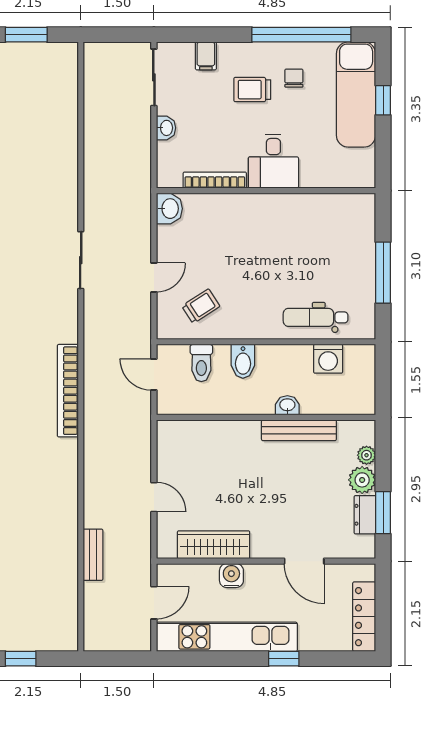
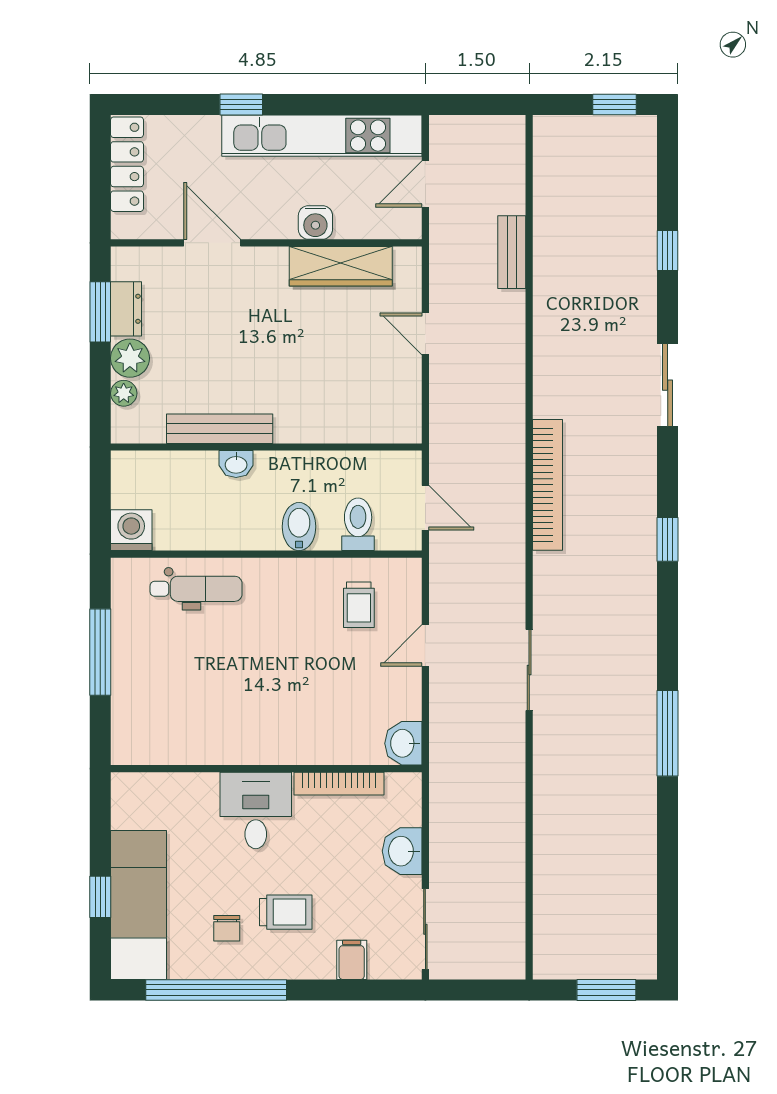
washbasin: (166, 128) -> (402, 851), width x1.38, depth x1.45
trolley: (201, 306) -> (359, 605), turned -57
washing machine: (328, 359) -> (131, 530), moved

